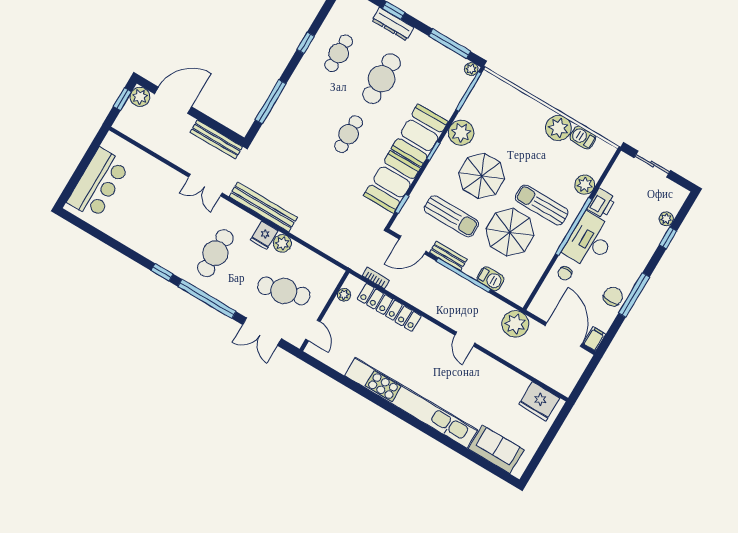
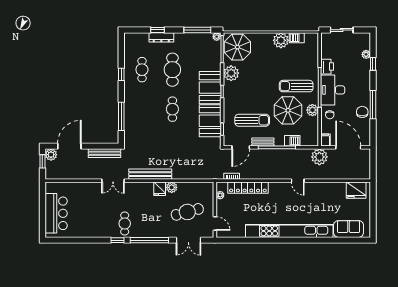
parasol: (482, 176) -> (237, 47), moved
plant: (585, 185) -> (312, 110), moved
cafe table: (215, 253) -> (125, 224), moved, width x0.73, depth x0.74
filing cabinet: (594, 339) -> (326, 140), moved

